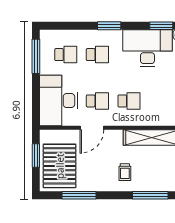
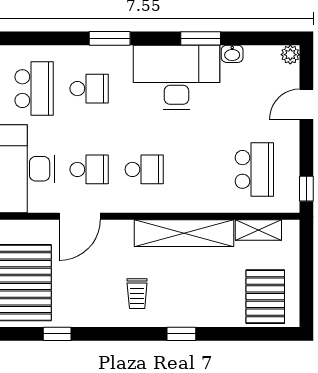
school desk: (66, 55) -> (34, 89), width x1.85
window: (79, 195) -> (57, 334), width x0.46
window: (150, 195) -> (181, 334), width x0.46

